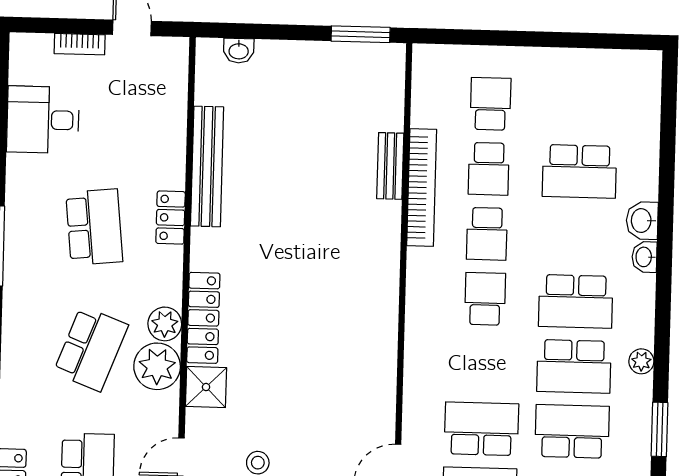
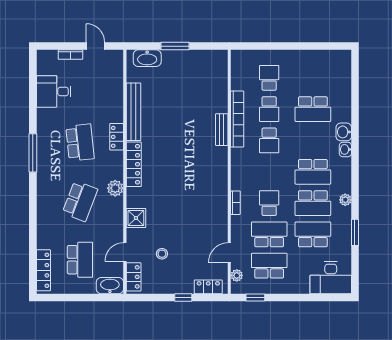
window: (361, 34) -> (175, 46), moved
washbasin: (239, 51) -> (147, 58), width x1.91, depth x1.45
bench: (390, 166) -> (222, 130), moved
school desk: (485, 299) -> (269, 203), moved
locker: (203, 318) -> (134, 164), moved
bookcase: (413, 361) -> (235, 203), added
plant: (157, 366) -> (112, 209), removed

